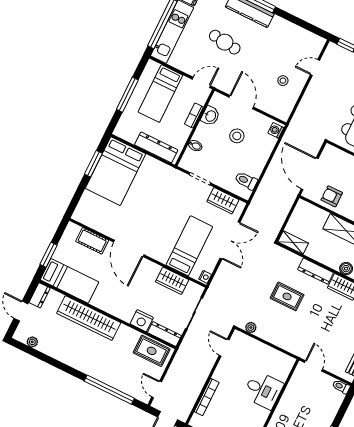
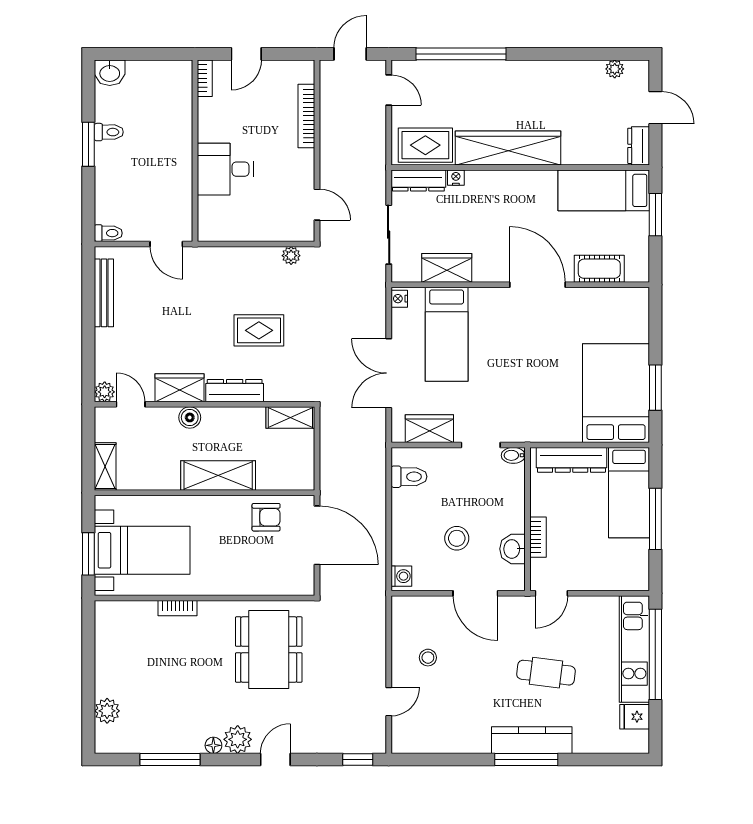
bed: (160, 94) -> (629, 493), moved, turned 180
bidet: (195, 146) -> (513, 455), moved
wardrobe: (89, 318) -> (508, 148), moved
nightstand: (142, 321) -> (456, 178), width x0.53, depth x0.56

